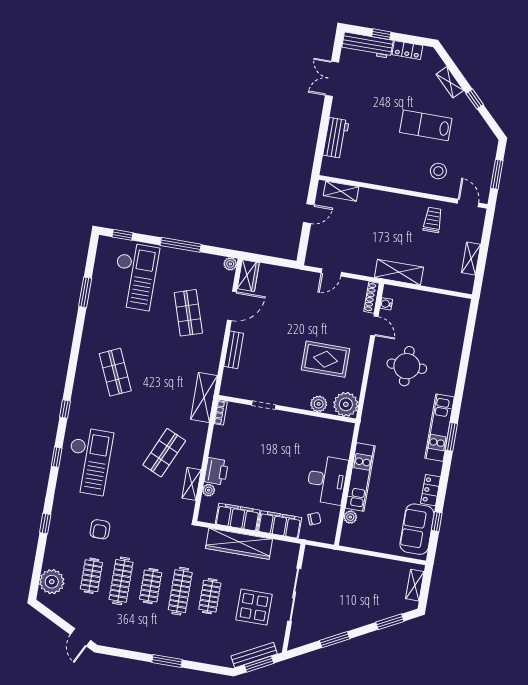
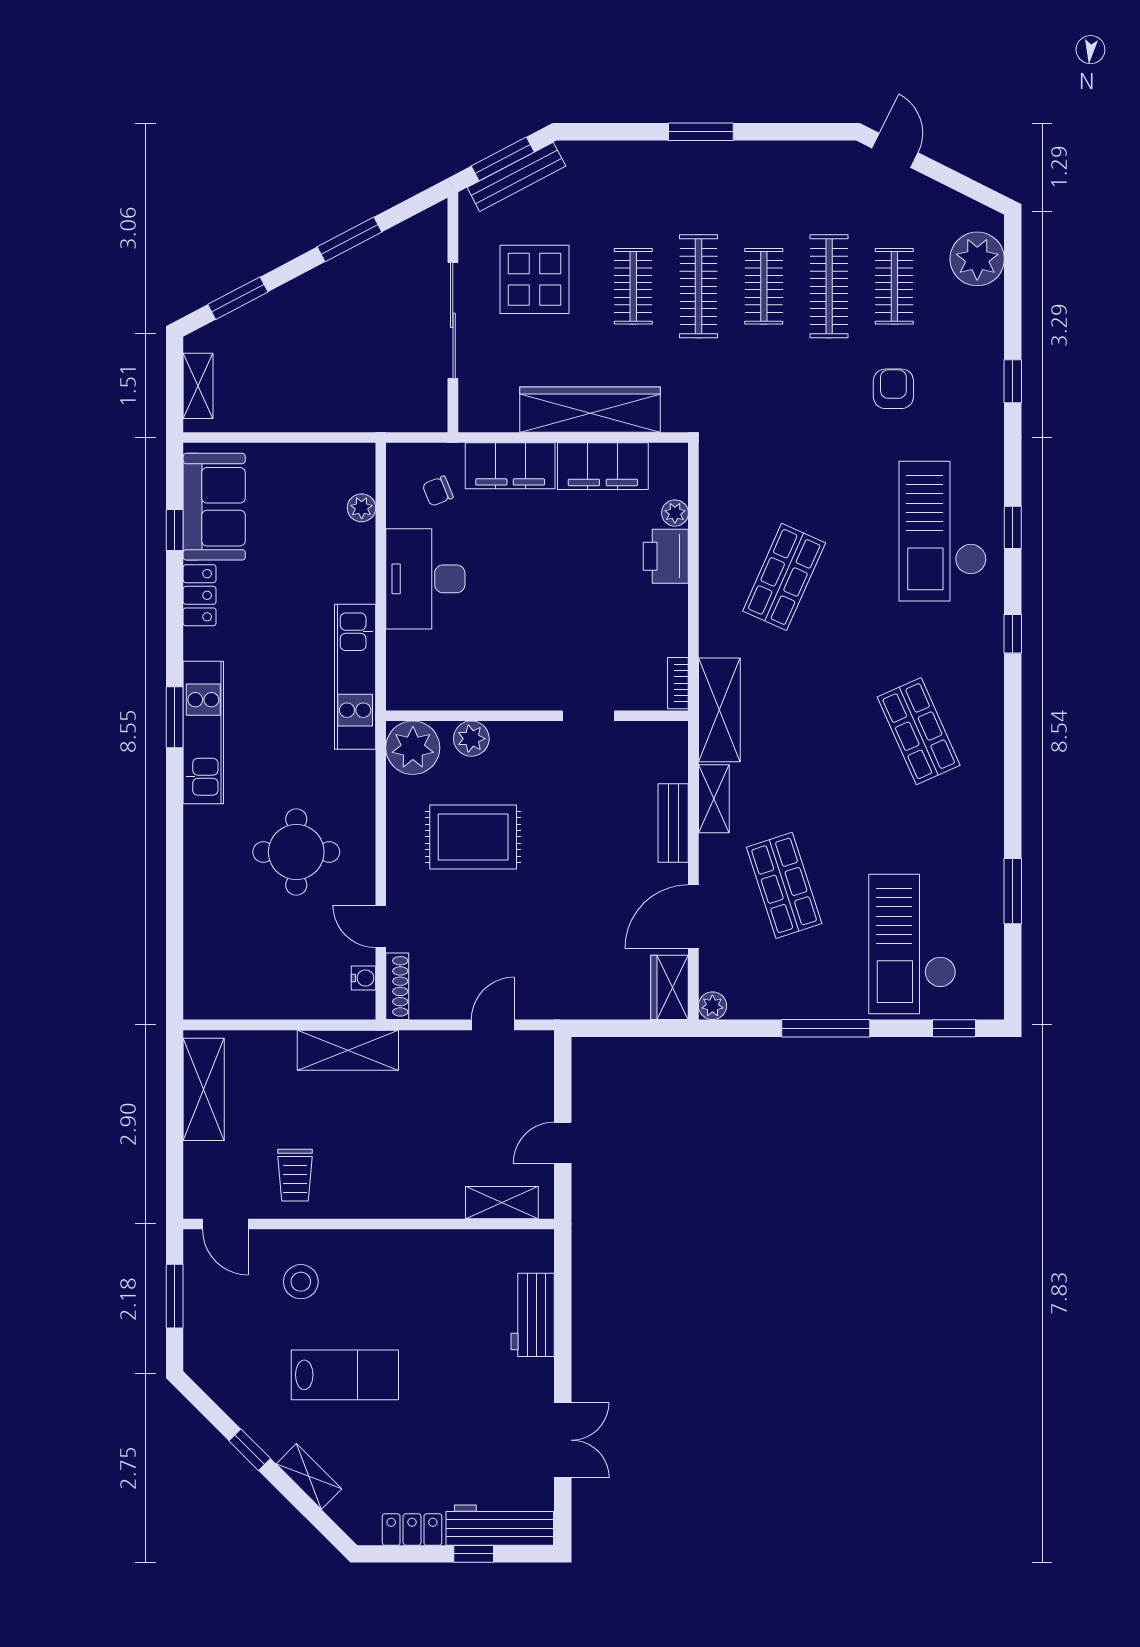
shelving: (471, 259) -> (204, 1089), width x1.50, depth x1.33
kitchen unit: (360, 477) -> (355, 677), moved
shelving: (192, 484) -> (714, 799), moved

